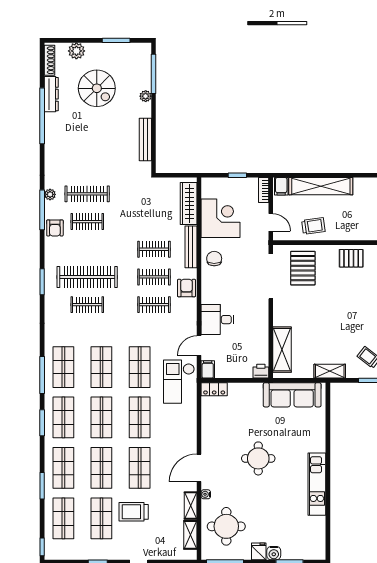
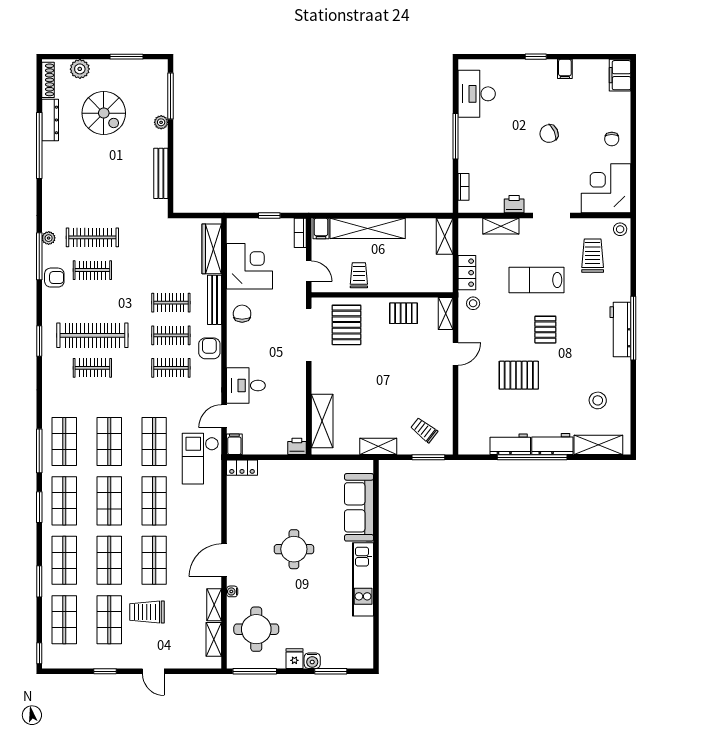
trolley: (313, 226) -> (359, 275), turned -82
armchair: (55, 228) -> (54, 278), turned -90
sofa: (292, 395) -> (359, 507), moved, turned 90

